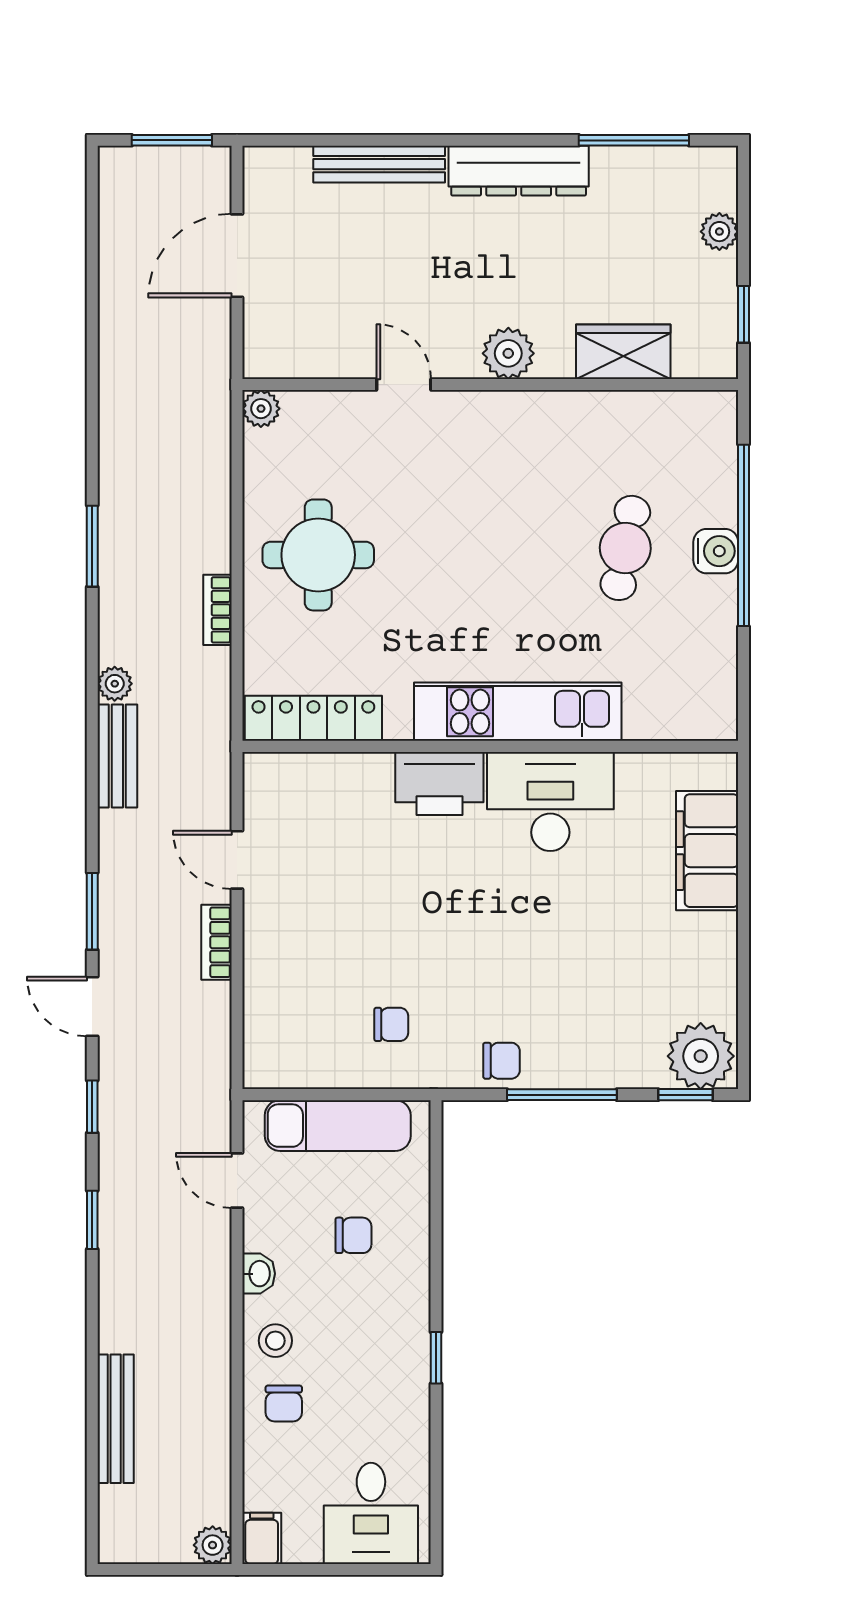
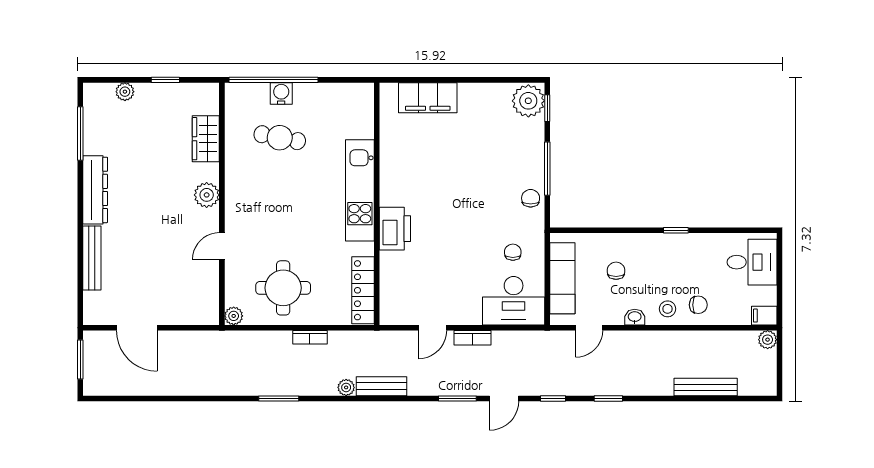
wardrobe: (623, 352) -> (206, 139), moved
plant: (508, 353) -> (207, 195), moved
door: (404, 385) -> (222, 246), moved
wall: (490, 385) -> (222, 204), moved
plant: (261, 409) -> (234, 316), moved
desk: (550, 802) -> (514, 301), moved, turned -90

